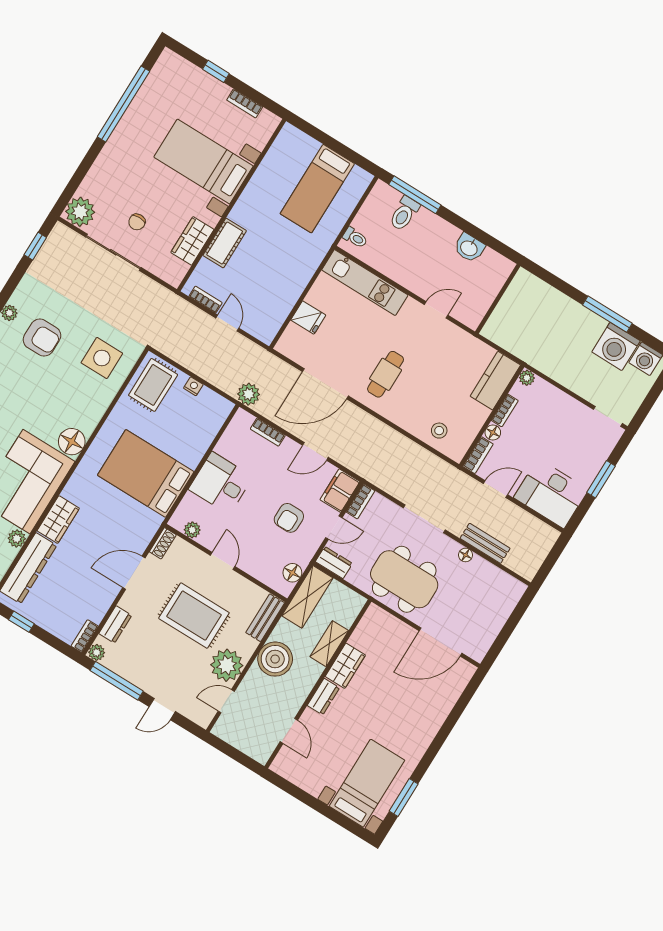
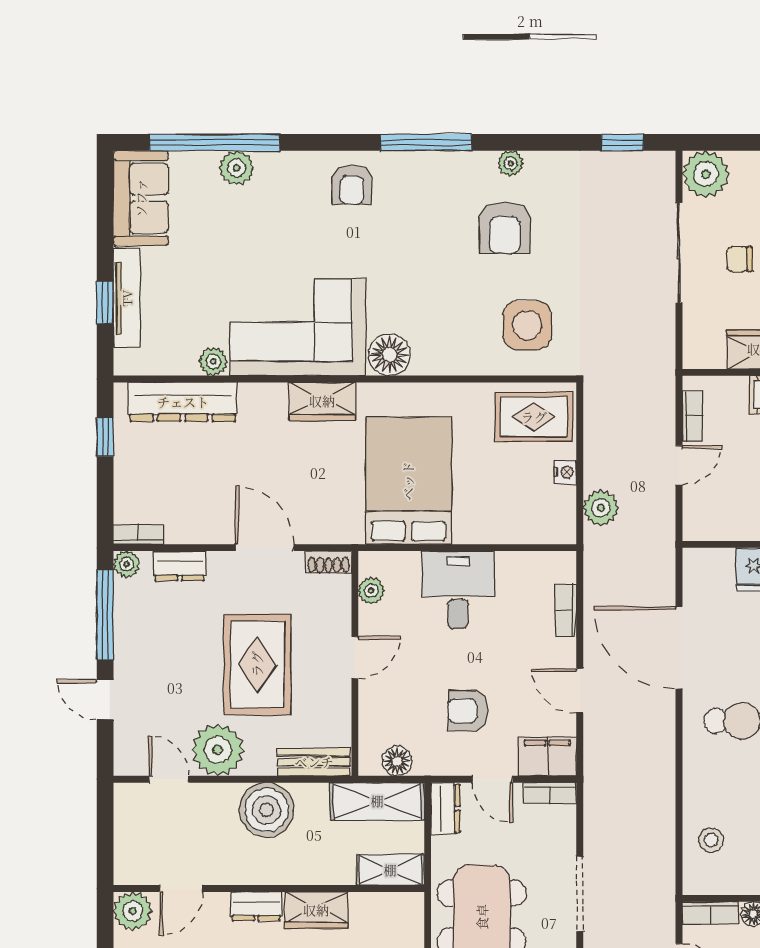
plant: (249, 394) -> (601, 508), moved
wardrobe: (58, 520) -> (322, 401), moved
shelving: (329, 644) -> (390, 870), moved
plant: (285, 765) -> (133, 911), added

